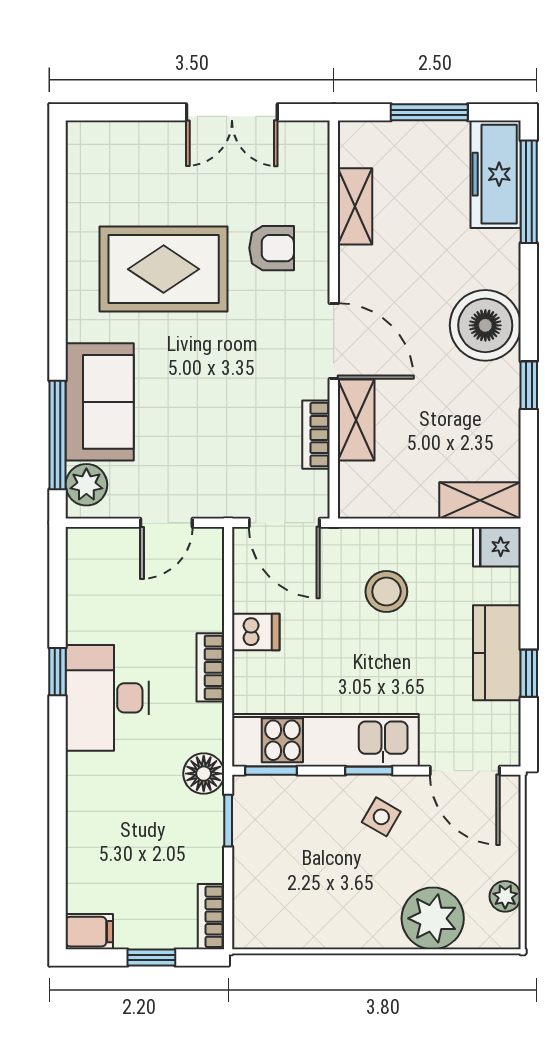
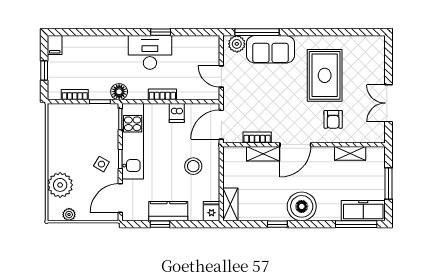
bookcase: (211, 917) -> (75, 95), moved

